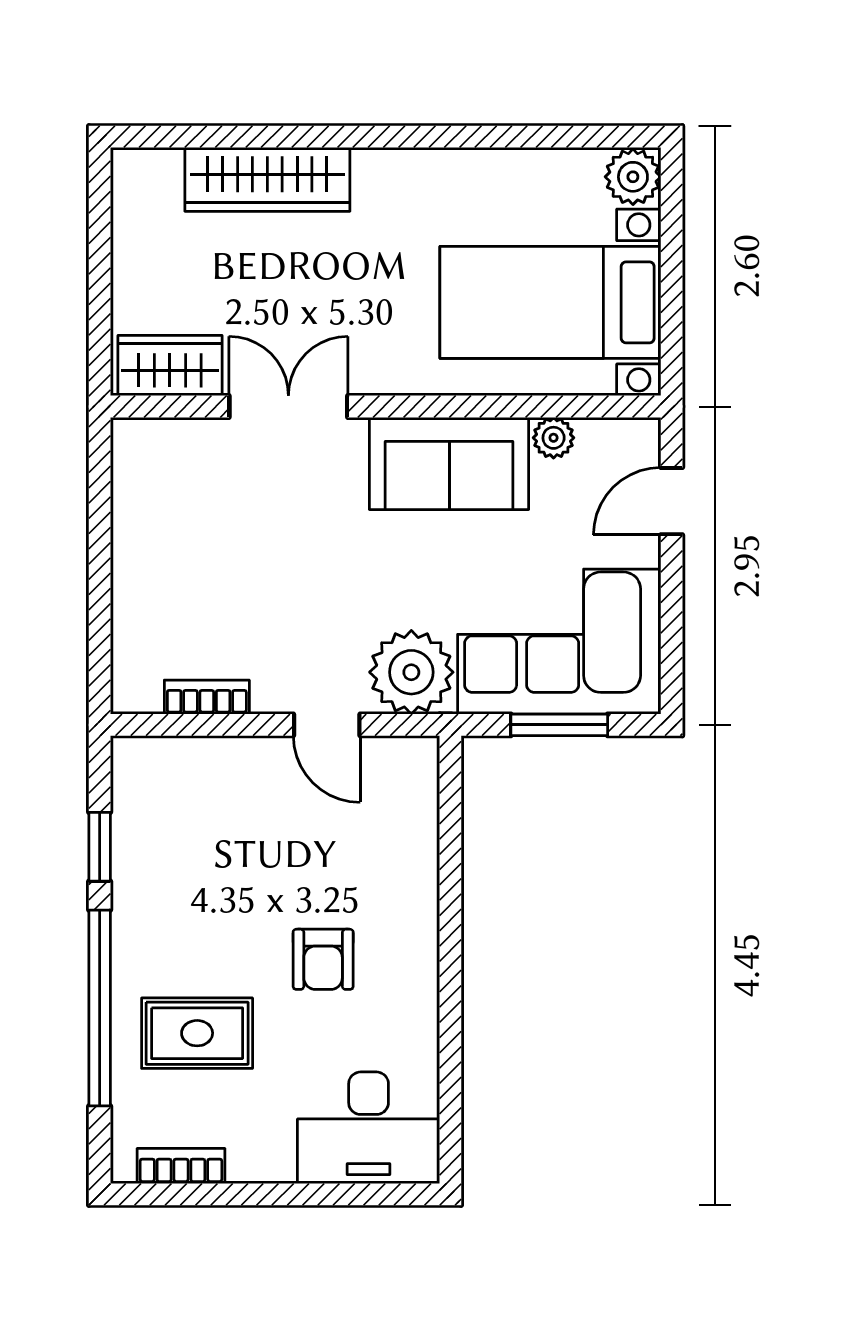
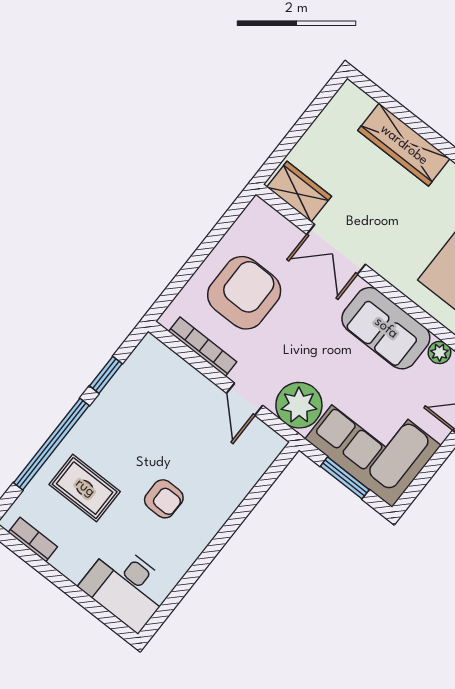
double door: (288, 407) -> (336, 249), swing flipped
armchair: (206, 573) -> (244, 293), added
bookcase: (207, 697) -> (203, 347), width x1.56
armchair: (323, 959) -> (164, 499), turned -90

